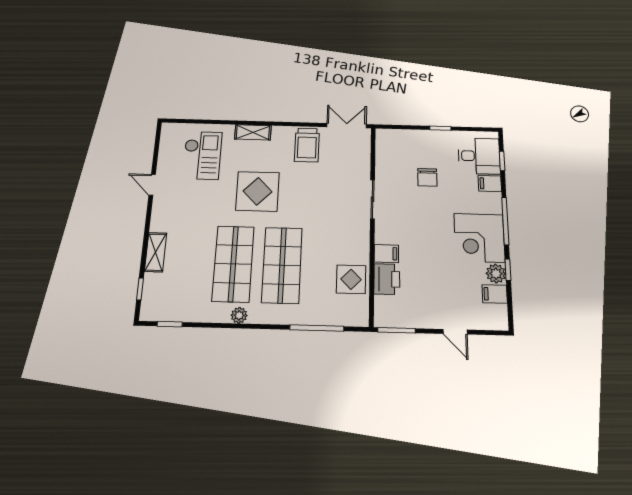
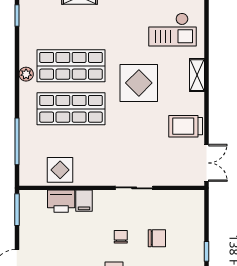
chair: (427, 177) -> (157, 238), turned 180
chair: (426, 215) -> (121, 237), added

